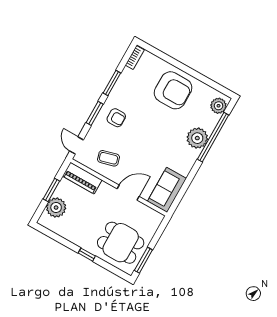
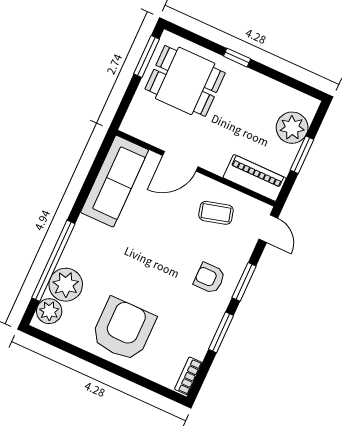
armchair: (173, 90) -> (123, 329), turned 90
plant: (197, 138) -> (66, 285), moved
sofa: (167, 190) -> (115, 181), width x1.36

